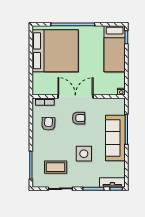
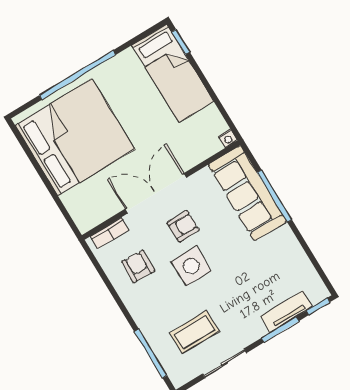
sofa: (115, 138) -> (247, 193), moved
side table: (84, 154) -> (191, 266), moved
tv unit: (112, 183) -> (286, 311), moved

